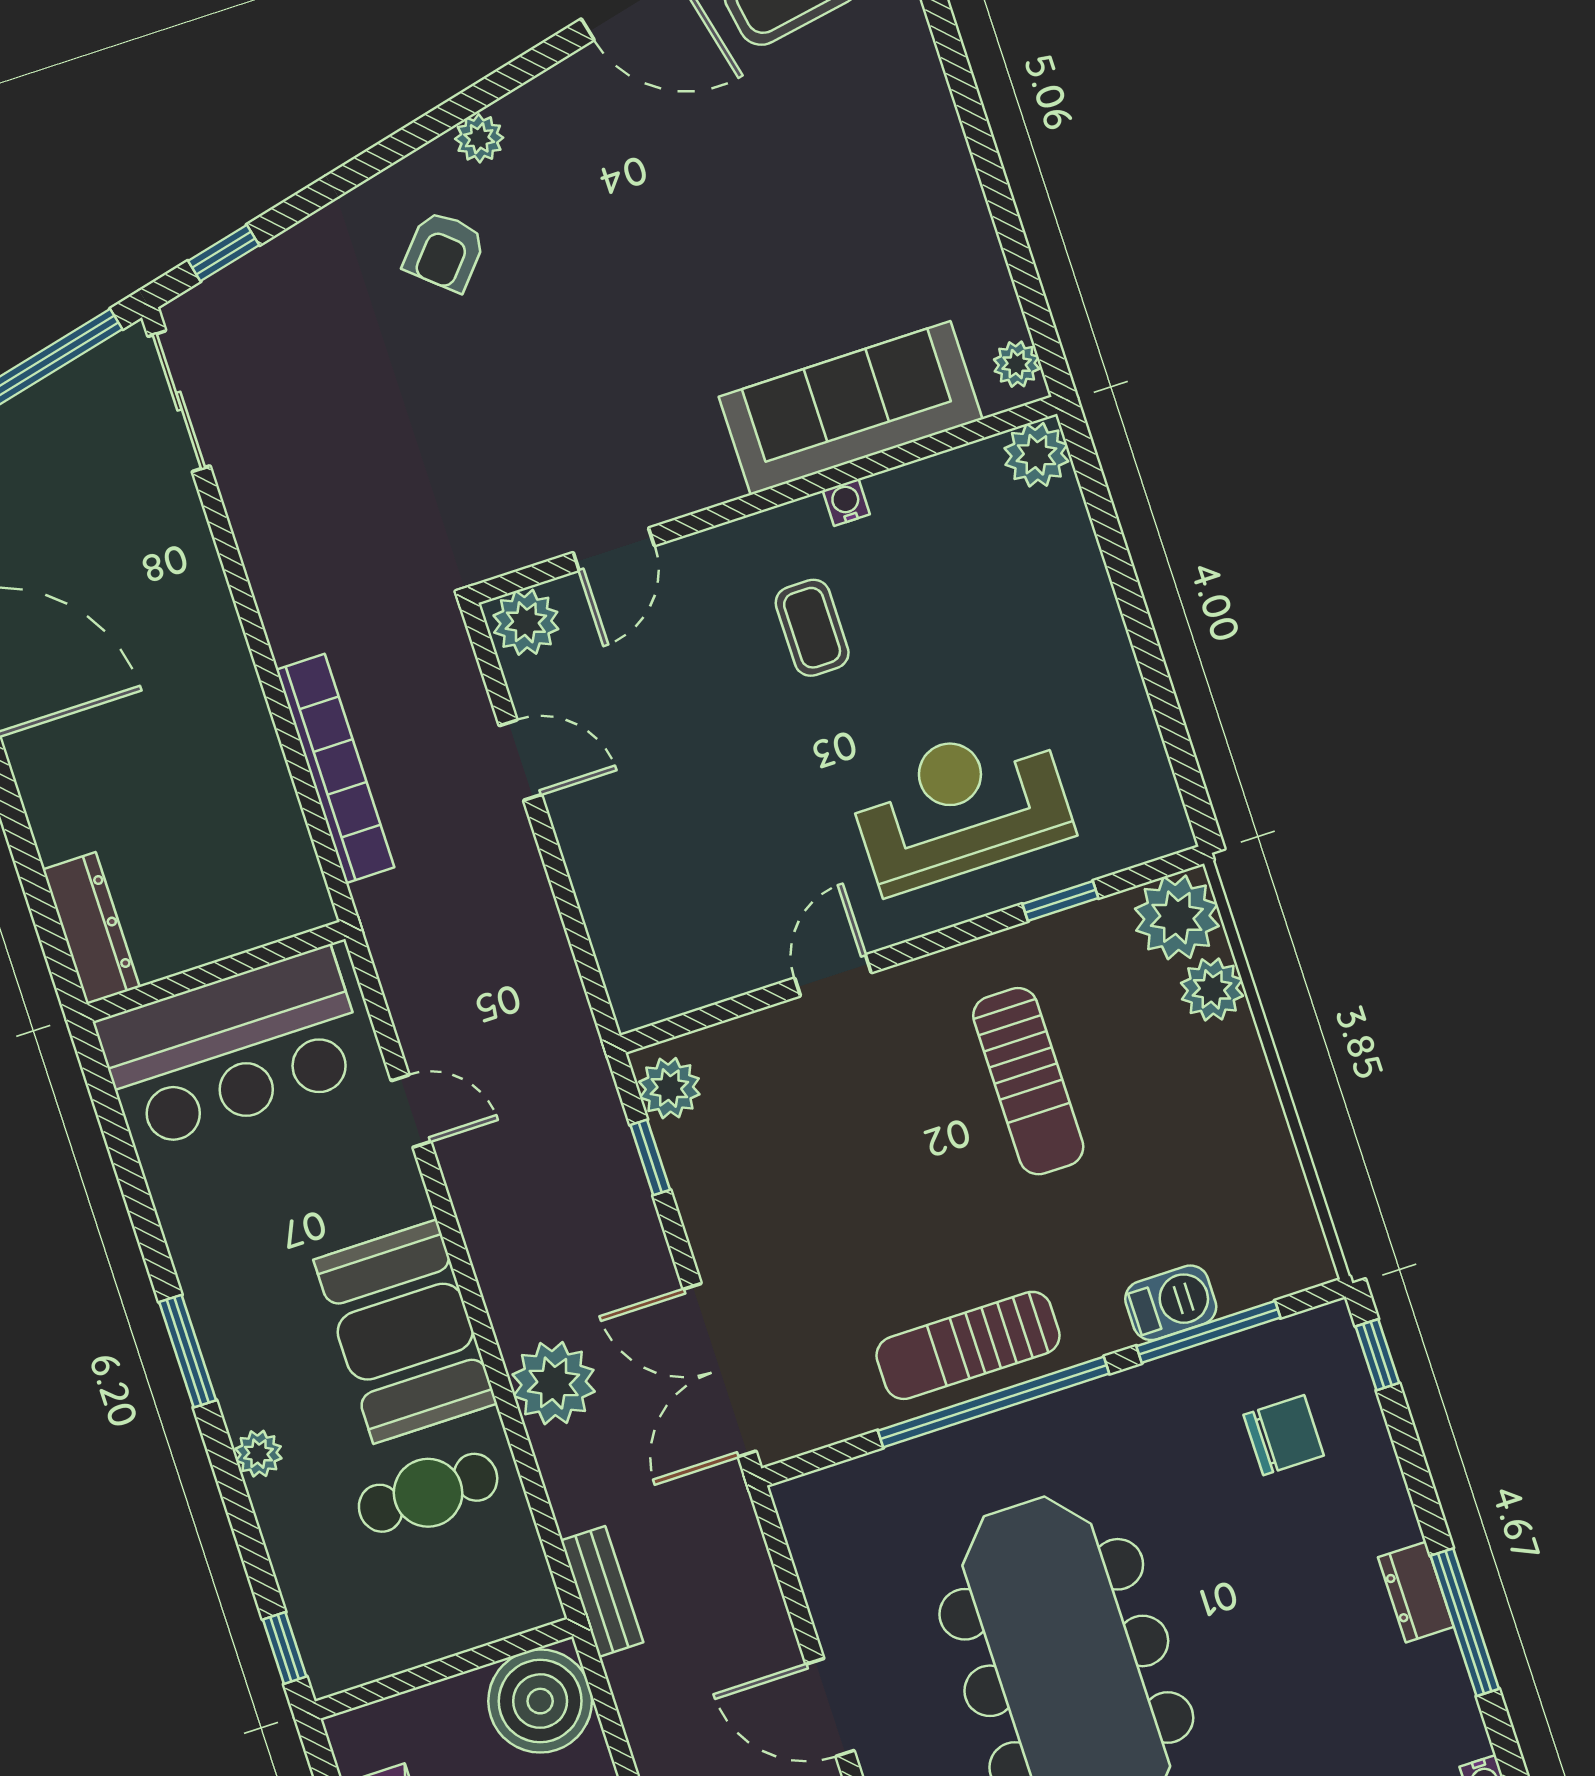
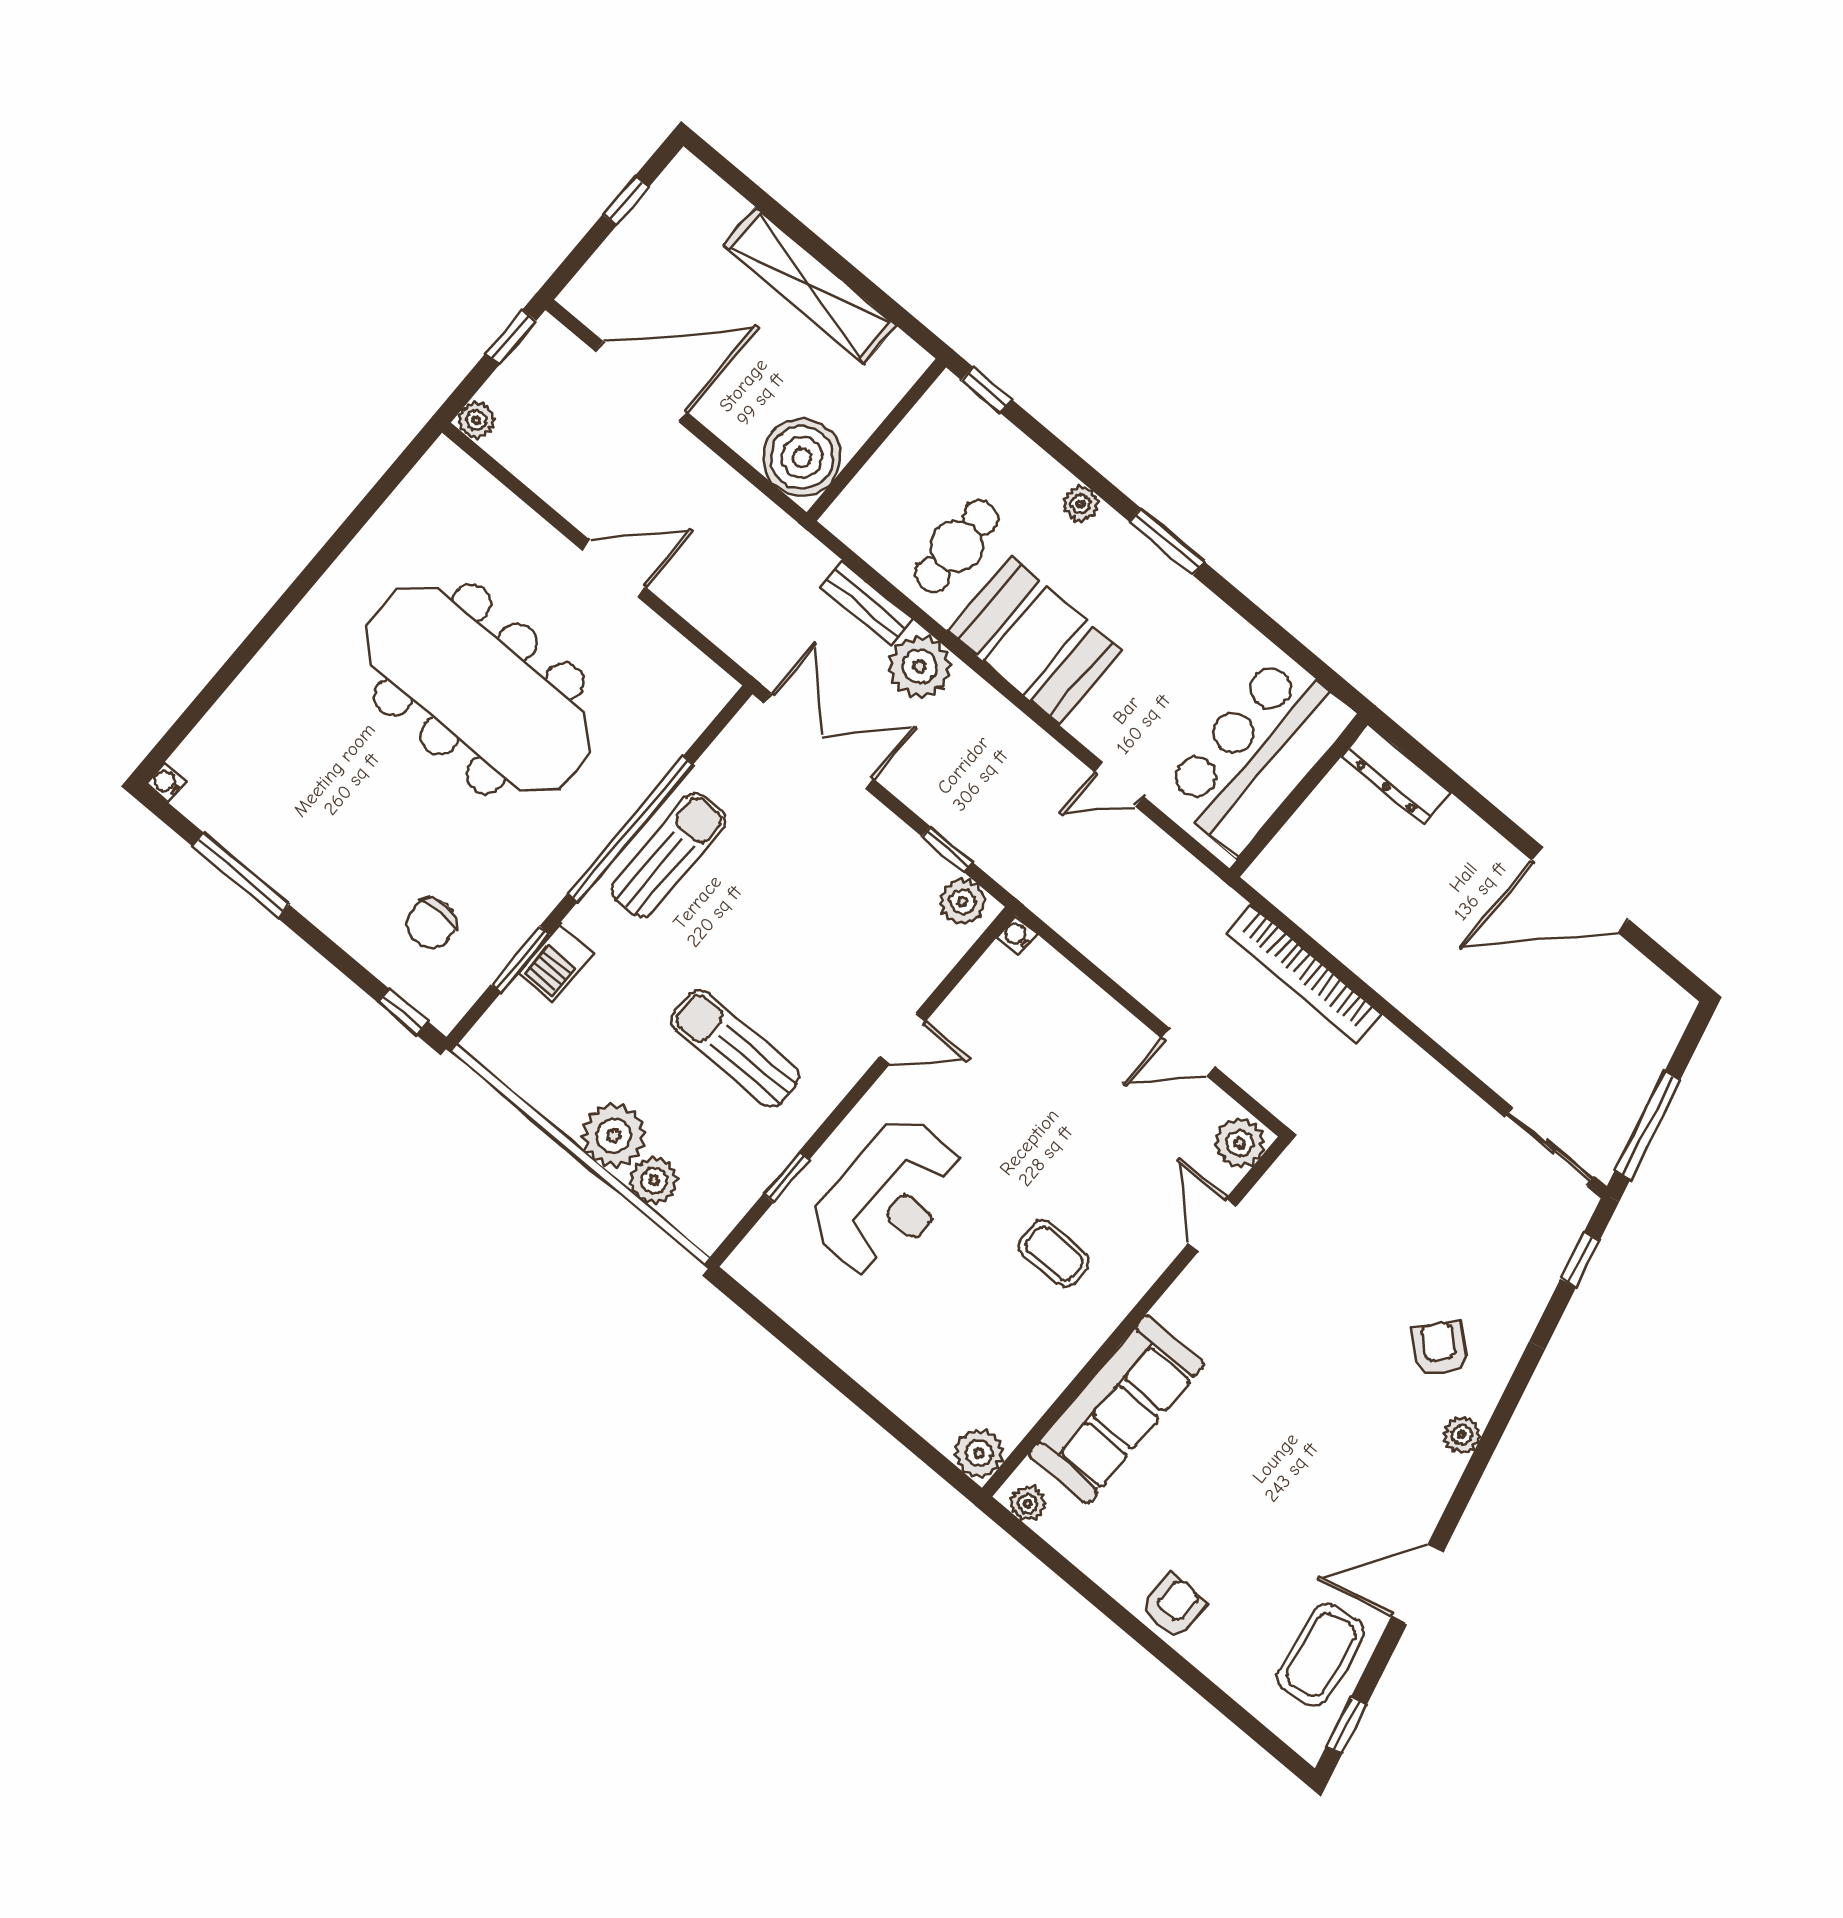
armchair: (924, 147) -> (1174, 1606), added
water cooler: (846, 502) -> (1017, 935), moved, turned 180
plant: (1177, 917) -> (614, 1135), moved
door: (833, 975) -> (903, 1039), hinge flipped
window: (1208, 1332) -> (520, 960), width x0.69
bench: (602, 1591) -> (866, 603), moved
dresser: (1416, 1592) -> (284, 875), removed

